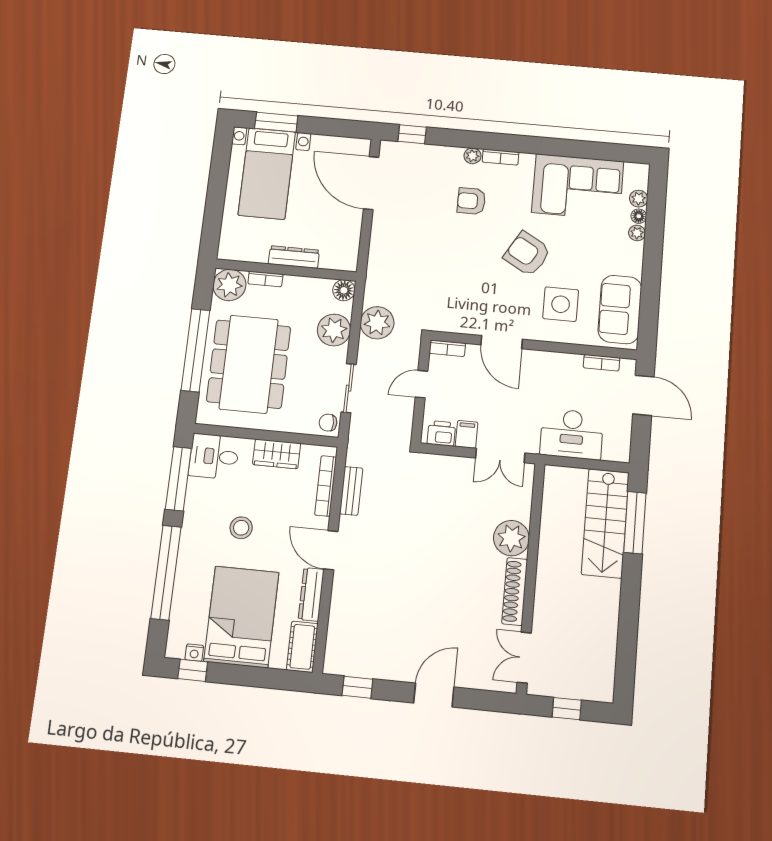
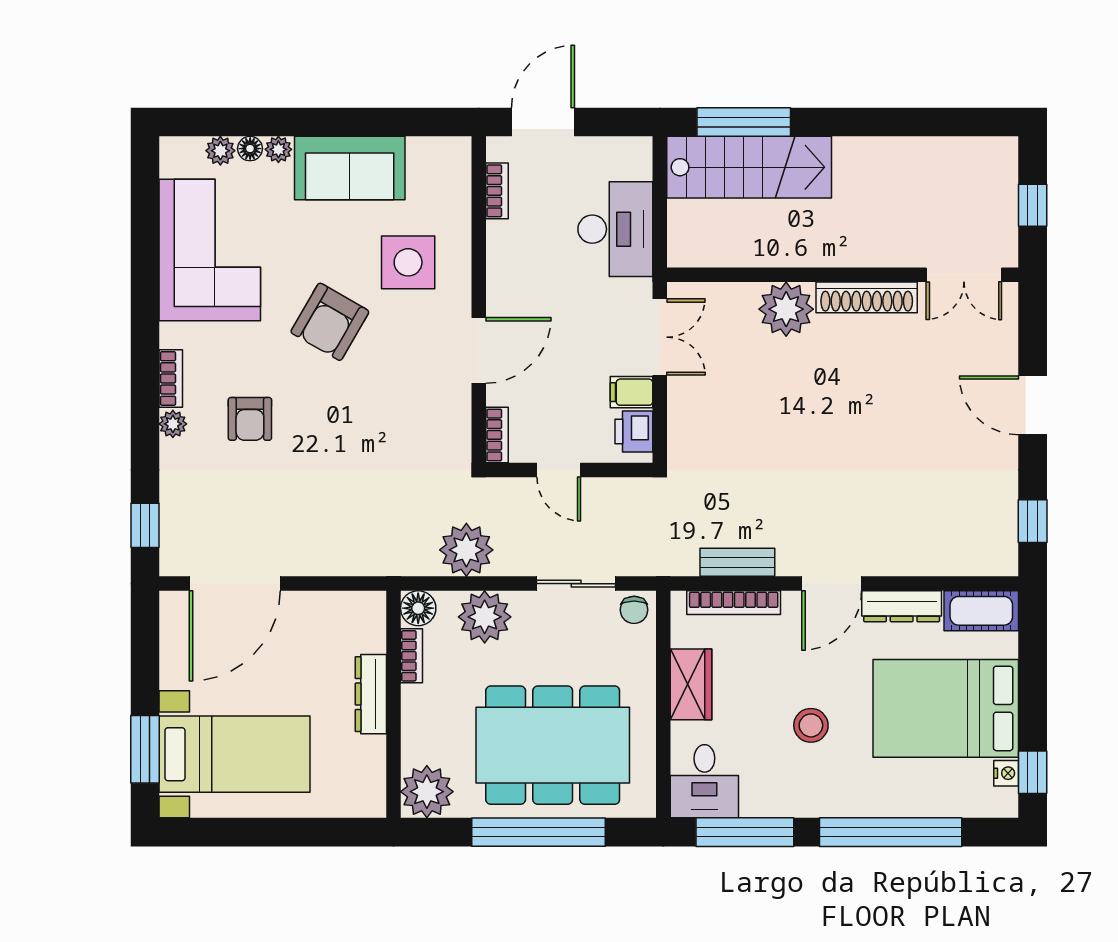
bookcase: (265, 279) -> (411, 656), moved
sofa: (620, 309) -> (350, 168), moved

